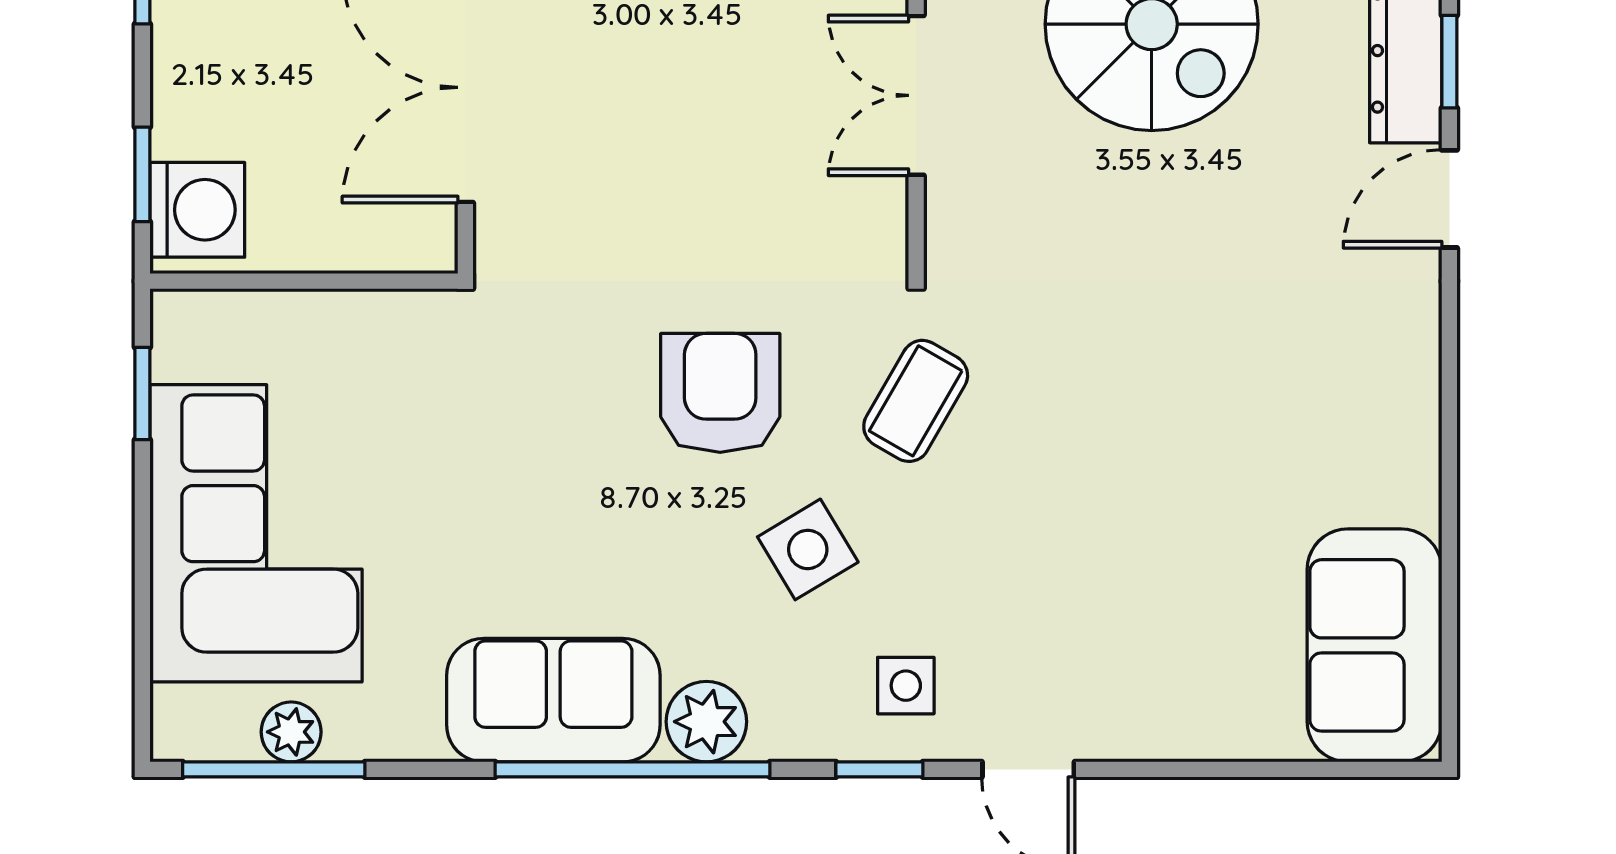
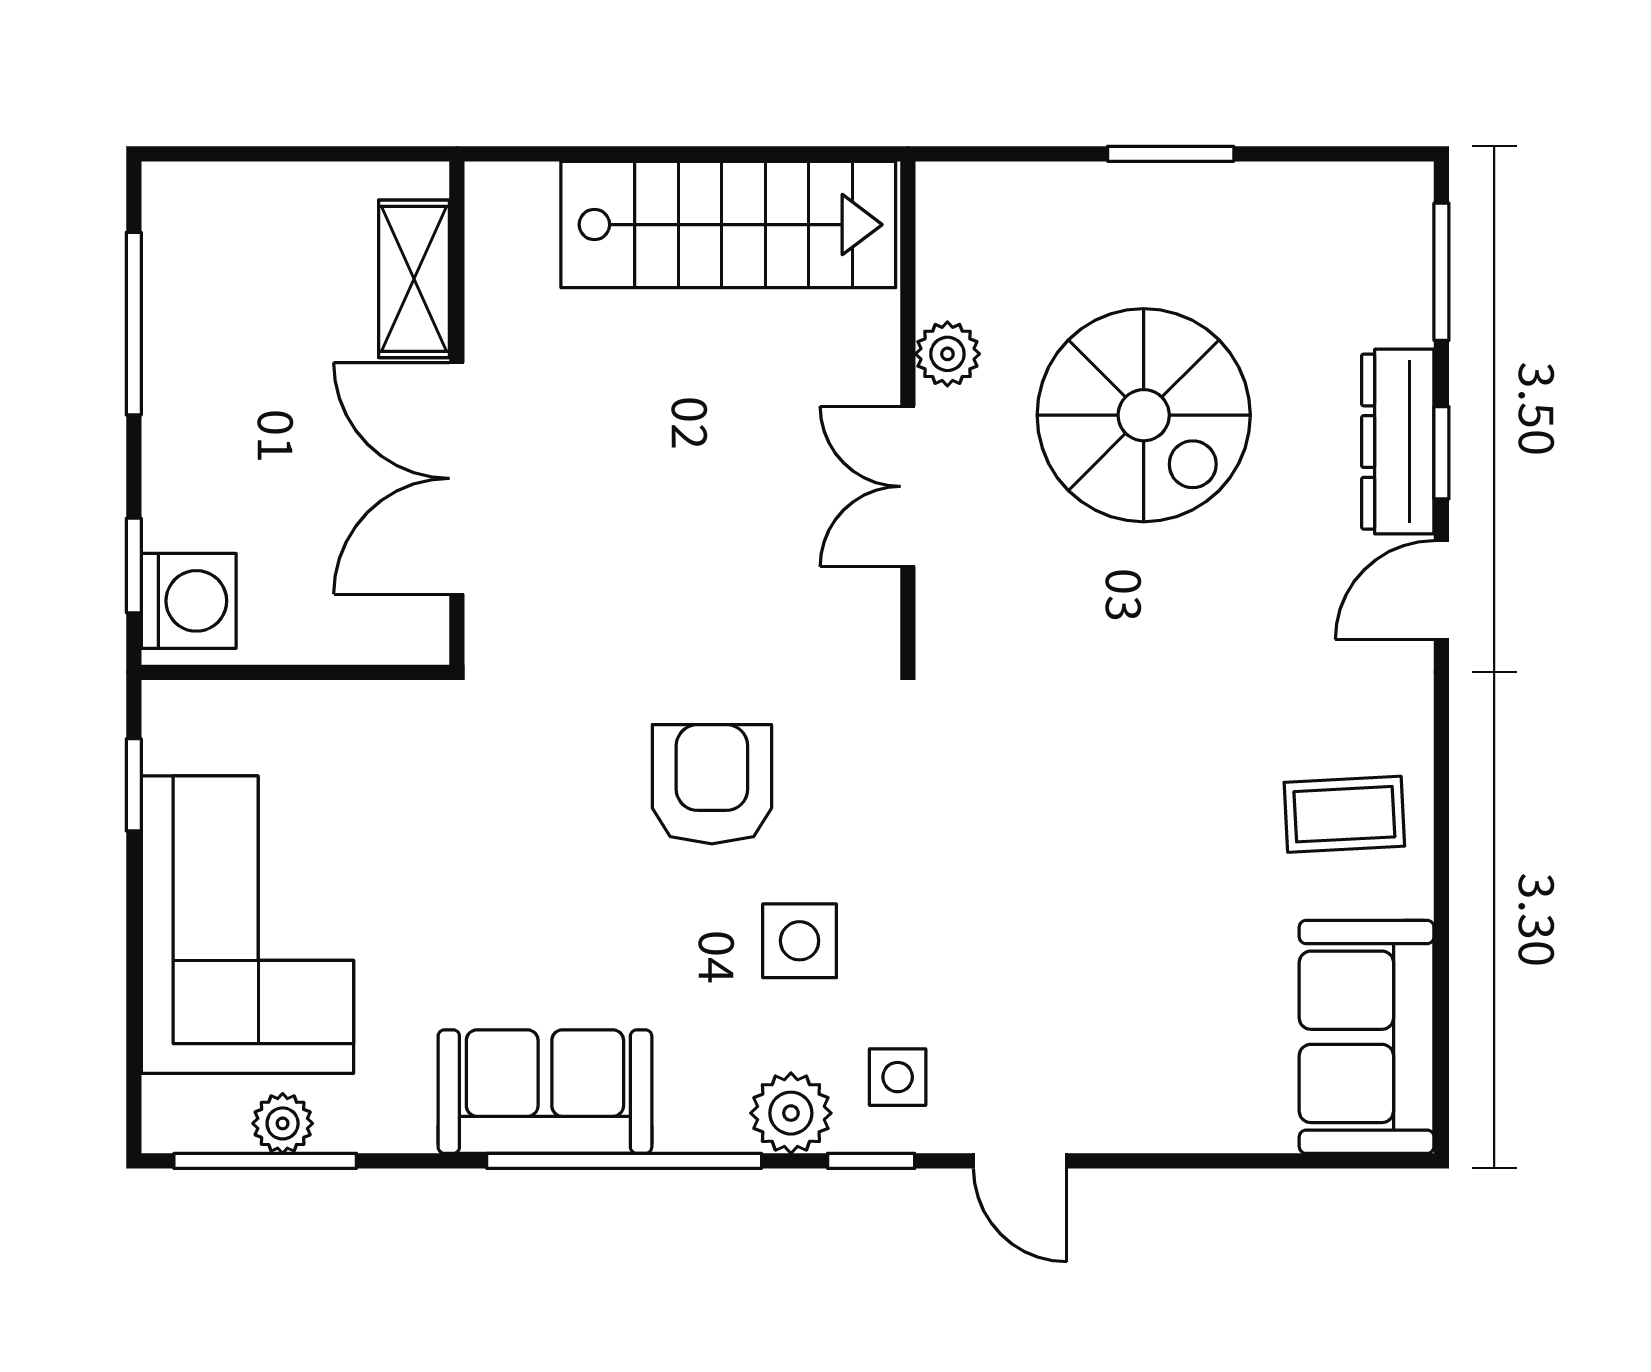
coffee table: (916, 401) -> (1344, 814), moved, turned 57
side table: (808, 549) -> (800, 941), turned 31
plant: (706, 722) -> (791, 1113), moved

